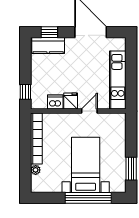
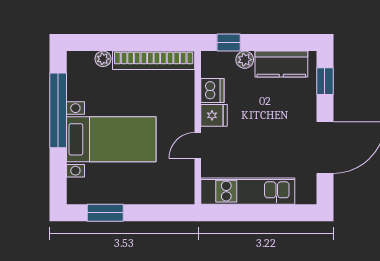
kitchen counter: (48, 45) -> (281, 64), moved, turned -90
plant: (36, 82) -> (245, 60), added
door: (89, 111) -> (198, 145), swing flipped
window: (88, 198) -> (58, 110), moved

